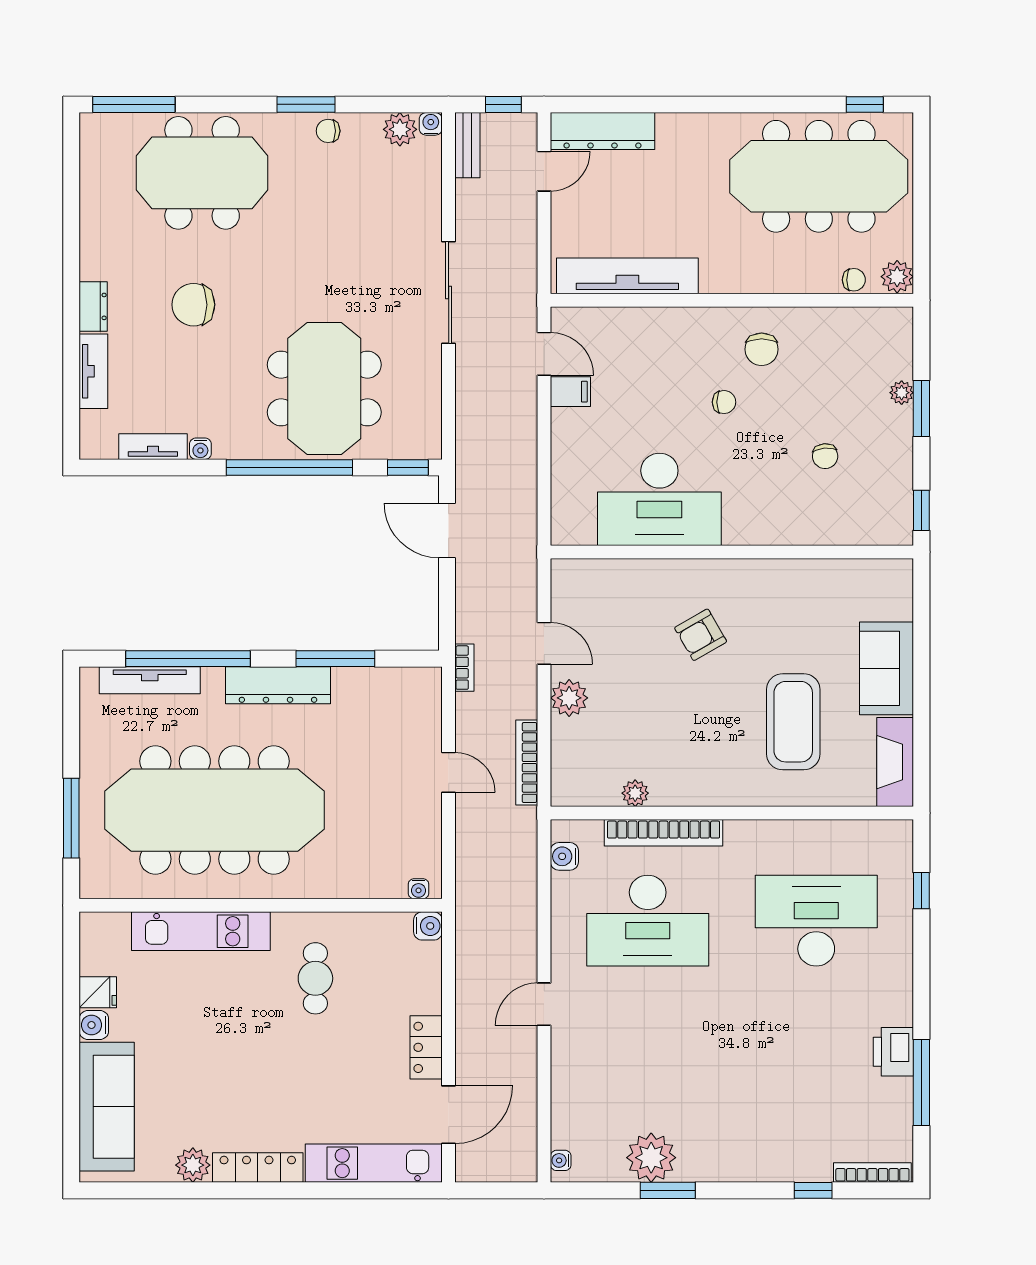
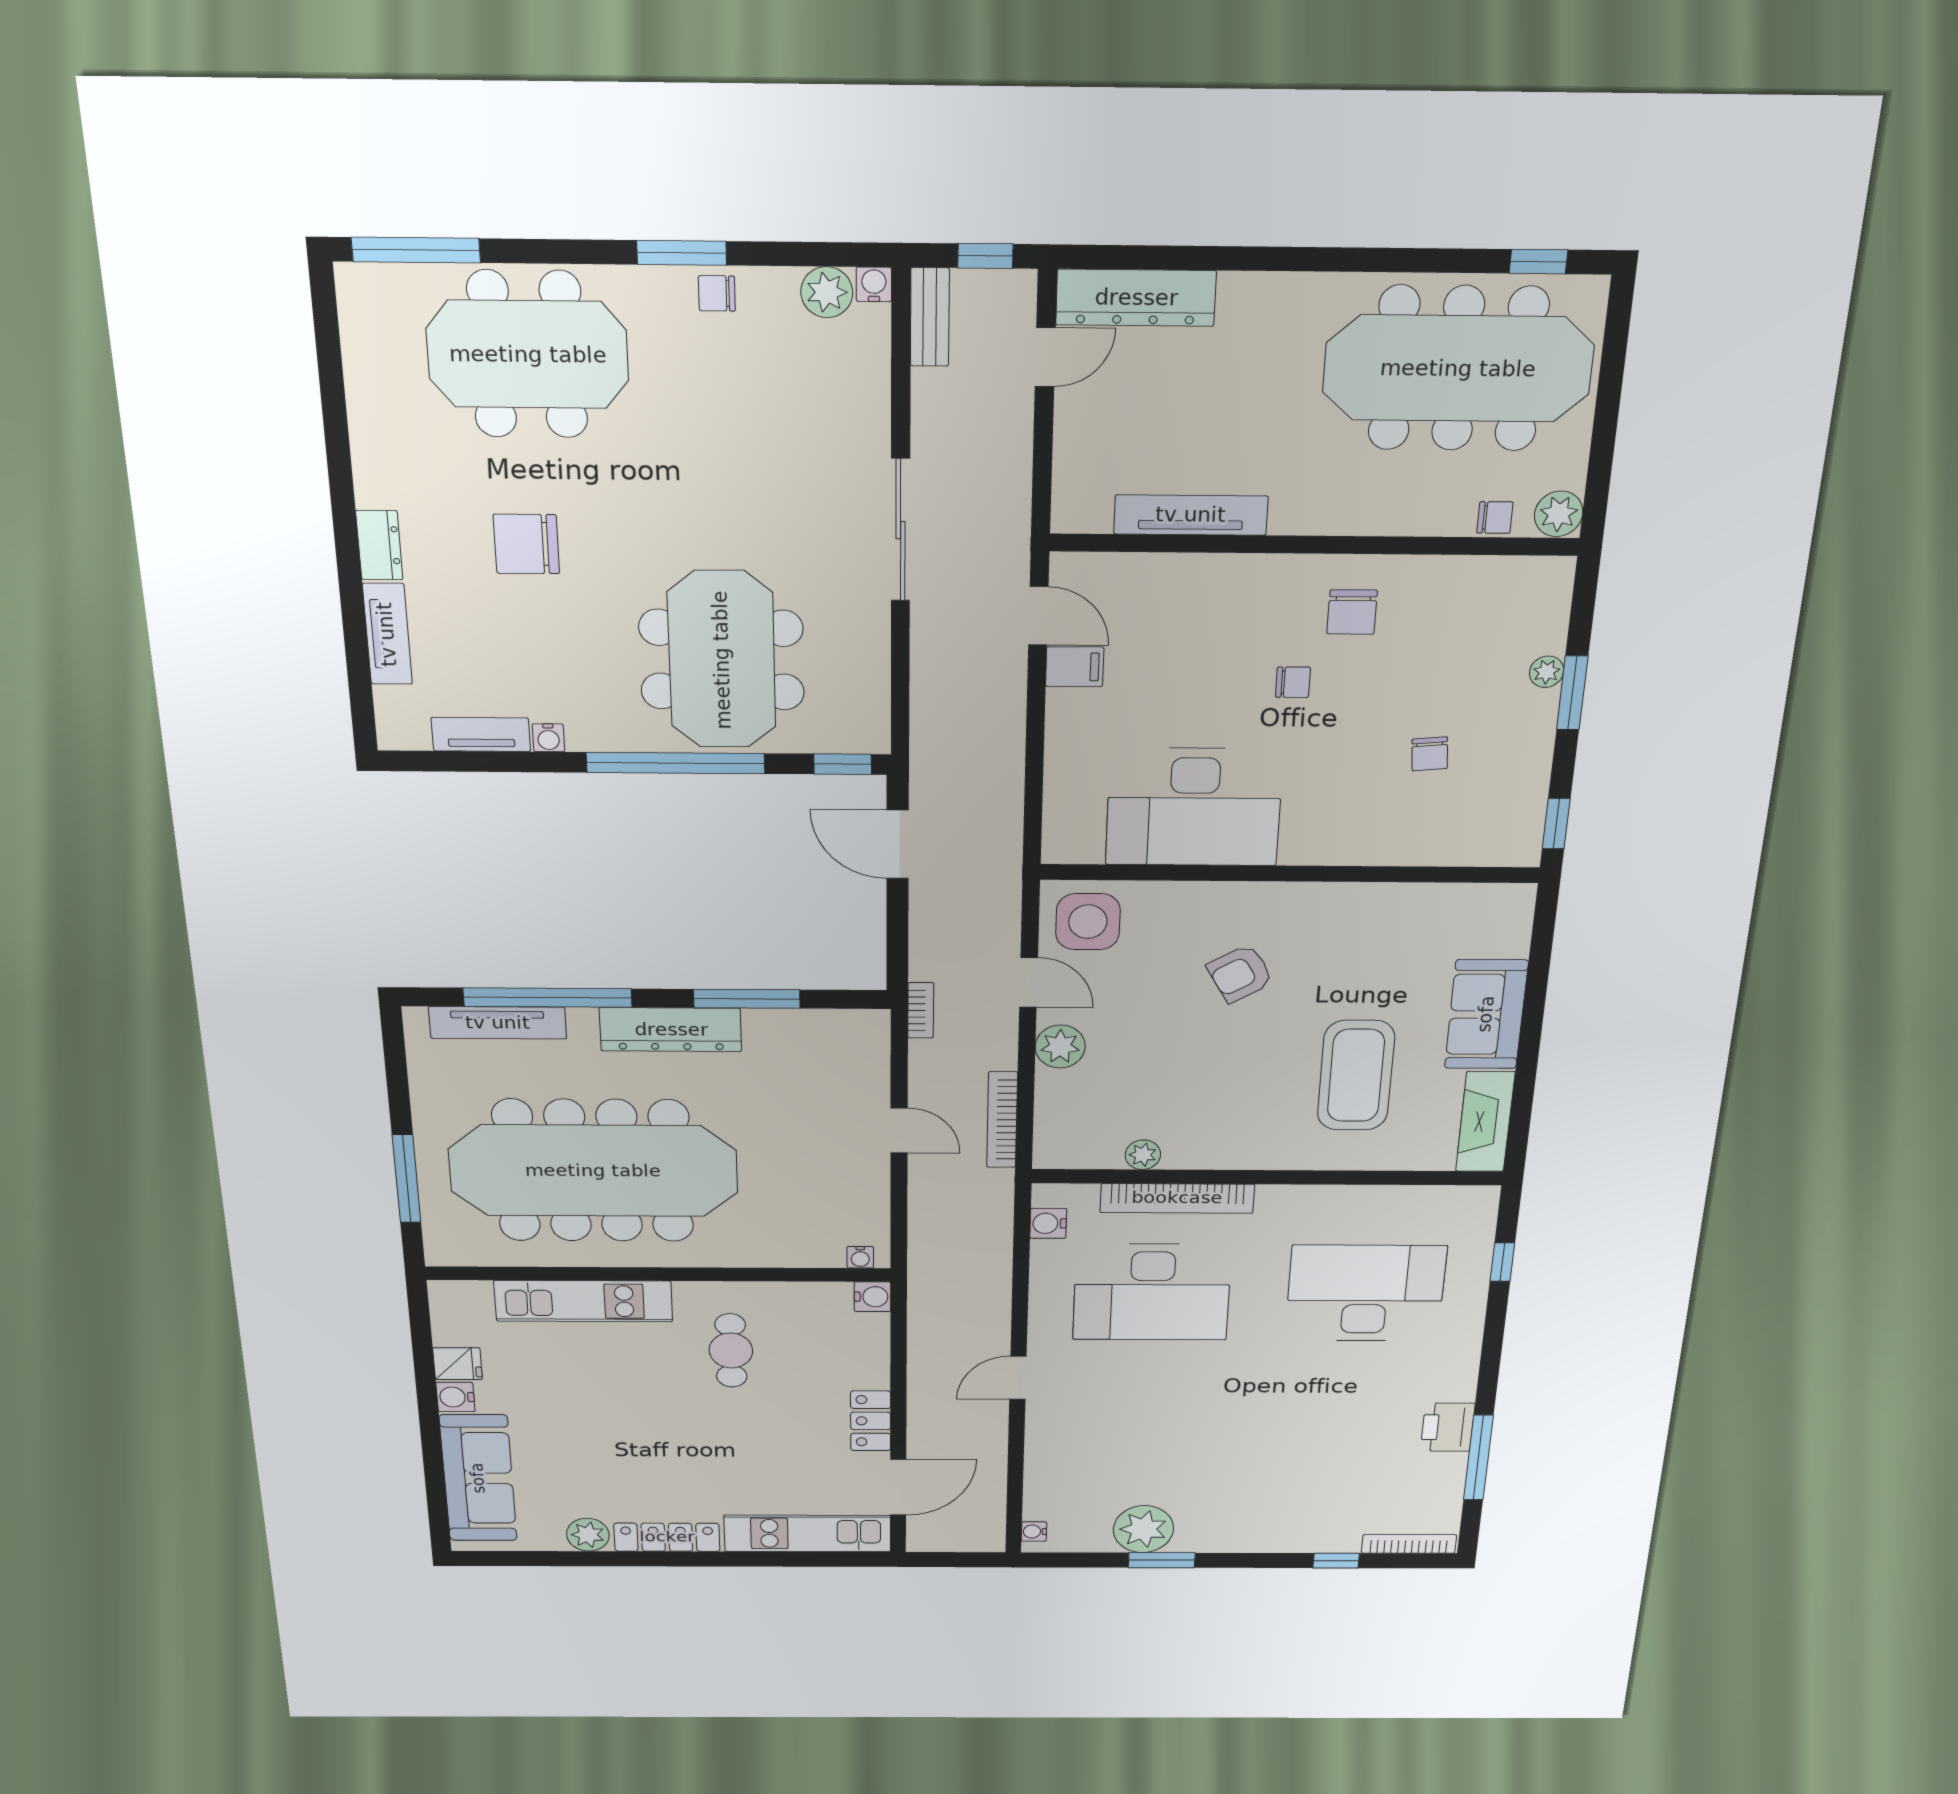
tv unit: (627, 276) -> (1191, 515), width x0.73, depth x0.78
side table: (586, 592) -> (1088, 922), added

